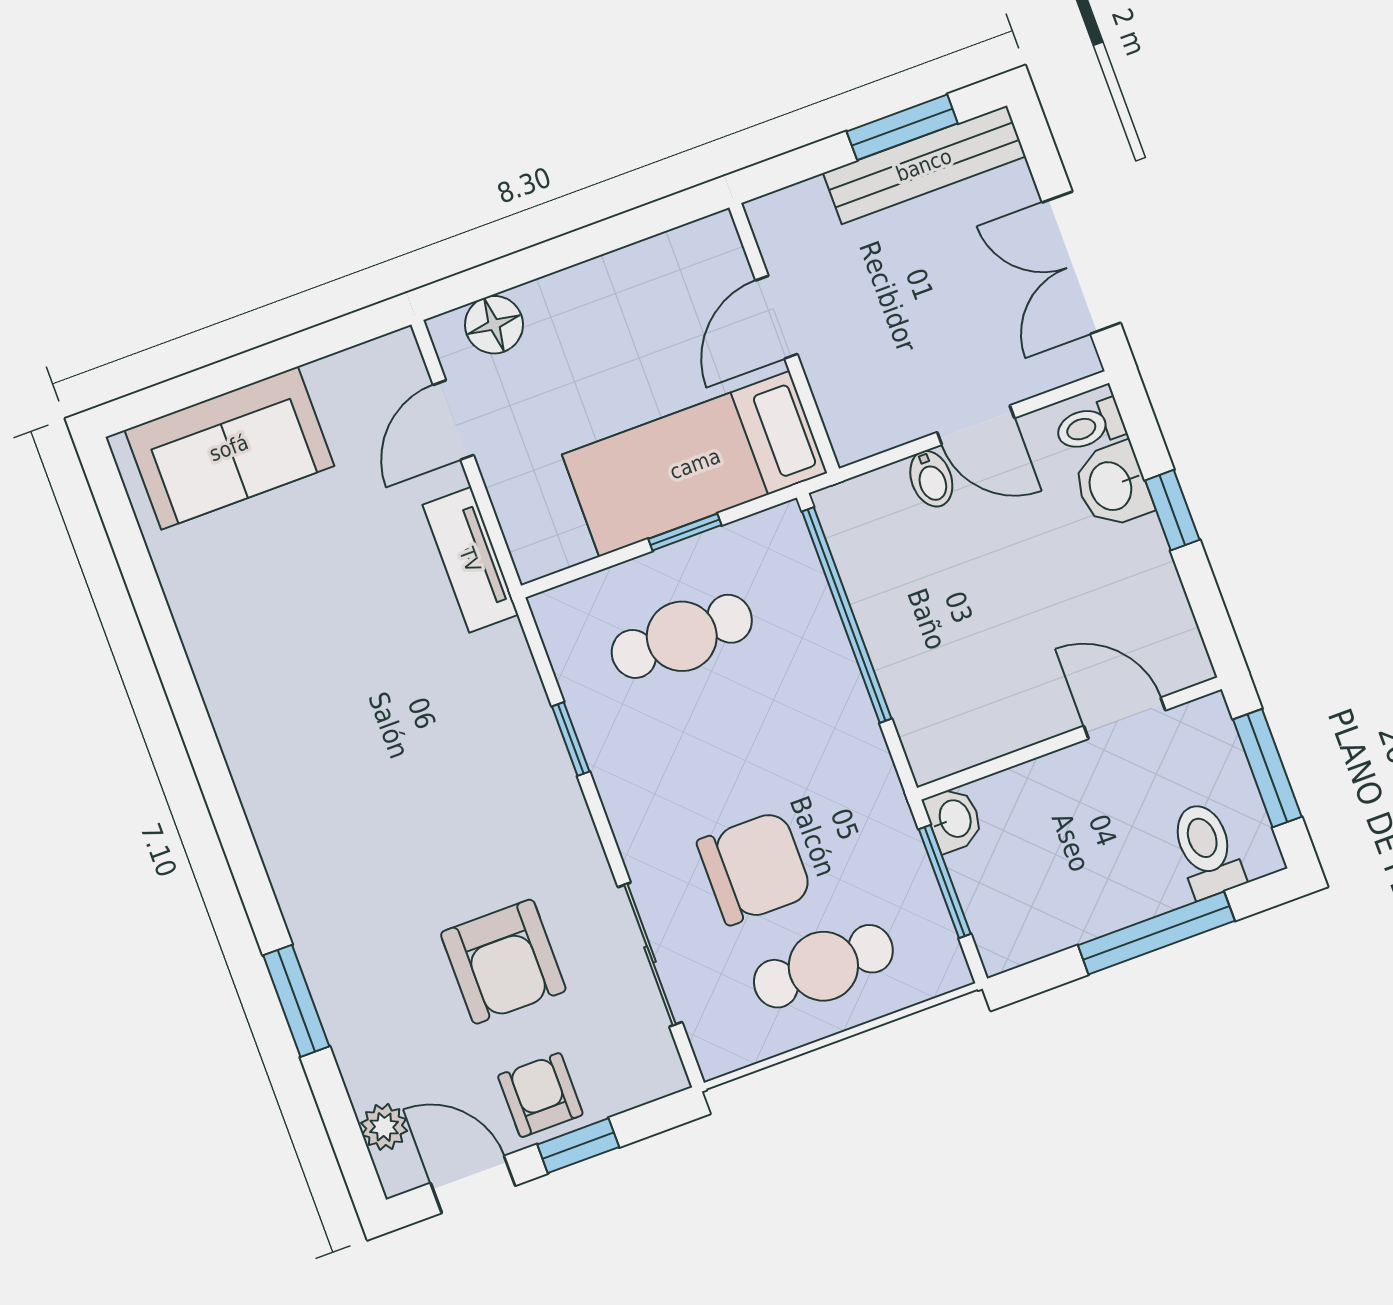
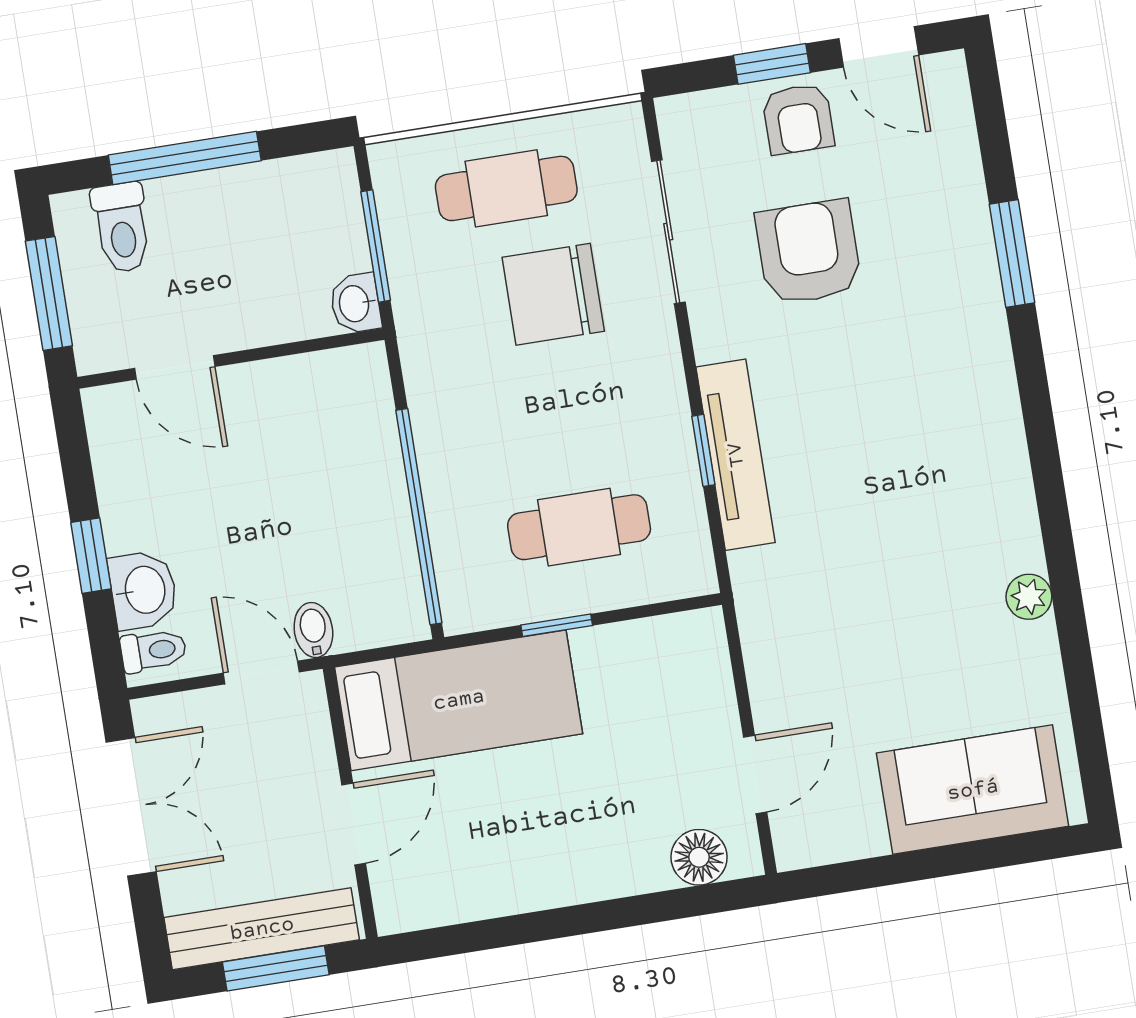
door: (777, 317) -> (354, 824), moved
wall: (784, 338) -> (350, 803), moved
bed: (695, 464) -> (459, 700), moved
tv unit: (470, 560) -> (736, 455), moved, width x1.41
plant: (384, 1127) -> (1029, 597), moved

